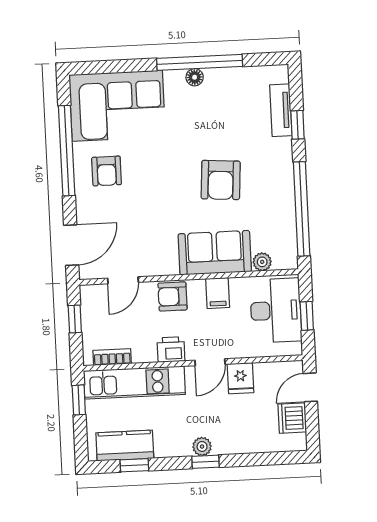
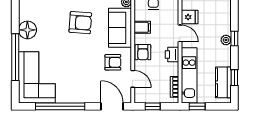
window: (200, 62) -> (15, 57), moved
floor lamp: (195, 77) -> (27, 30), width x1.89, depth x1.89
armchair: (107, 171) -> (113, 62), moved

